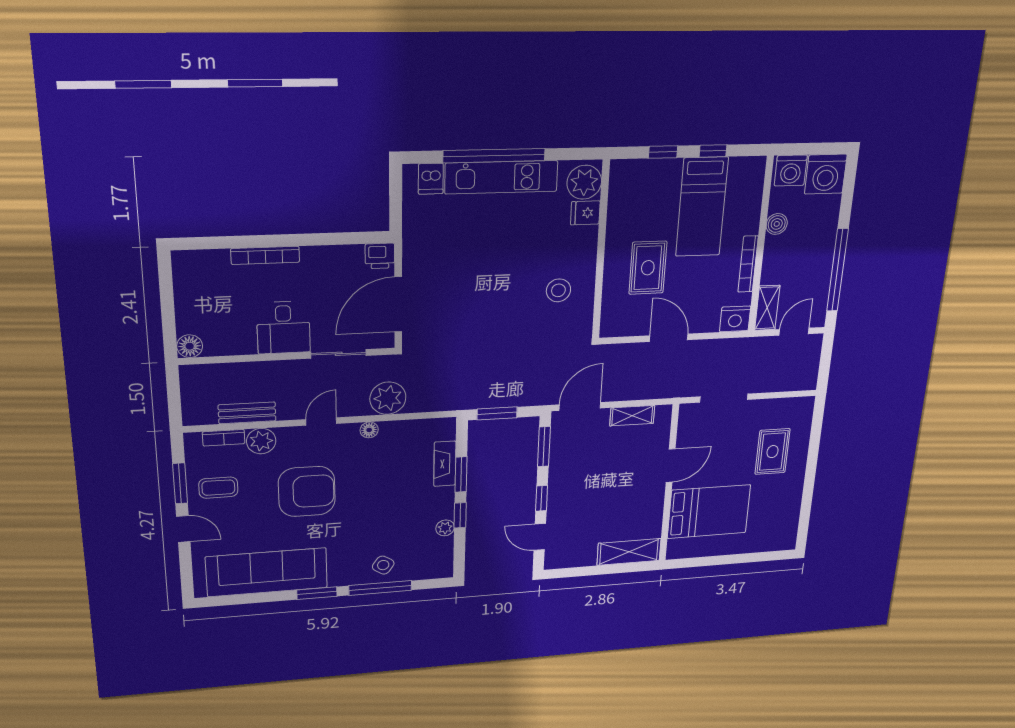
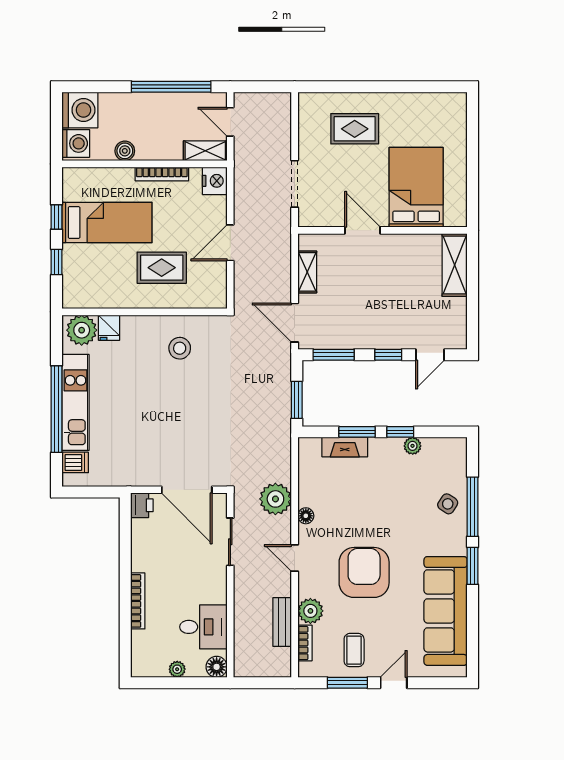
plant: (184, 303) -> (177, 669), added
desk: (283, 328) -> (203, 627), moved

